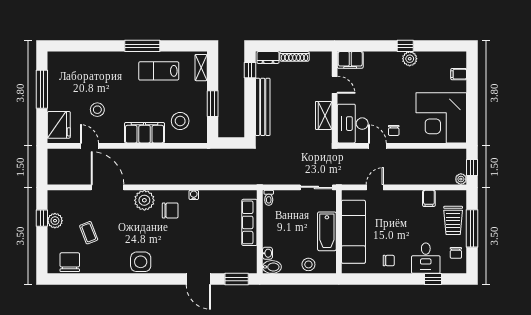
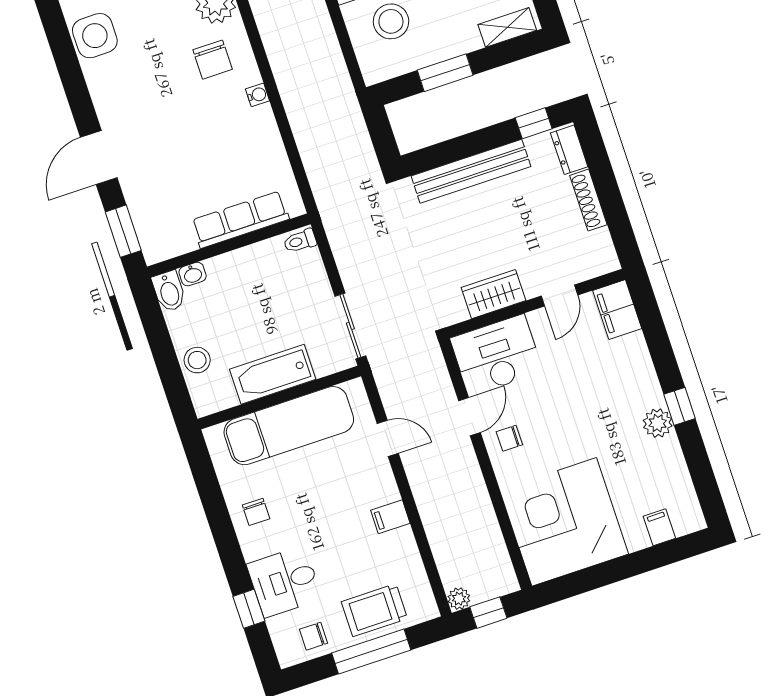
filing cabinet: (429, 198) -> (390, 517), moved

